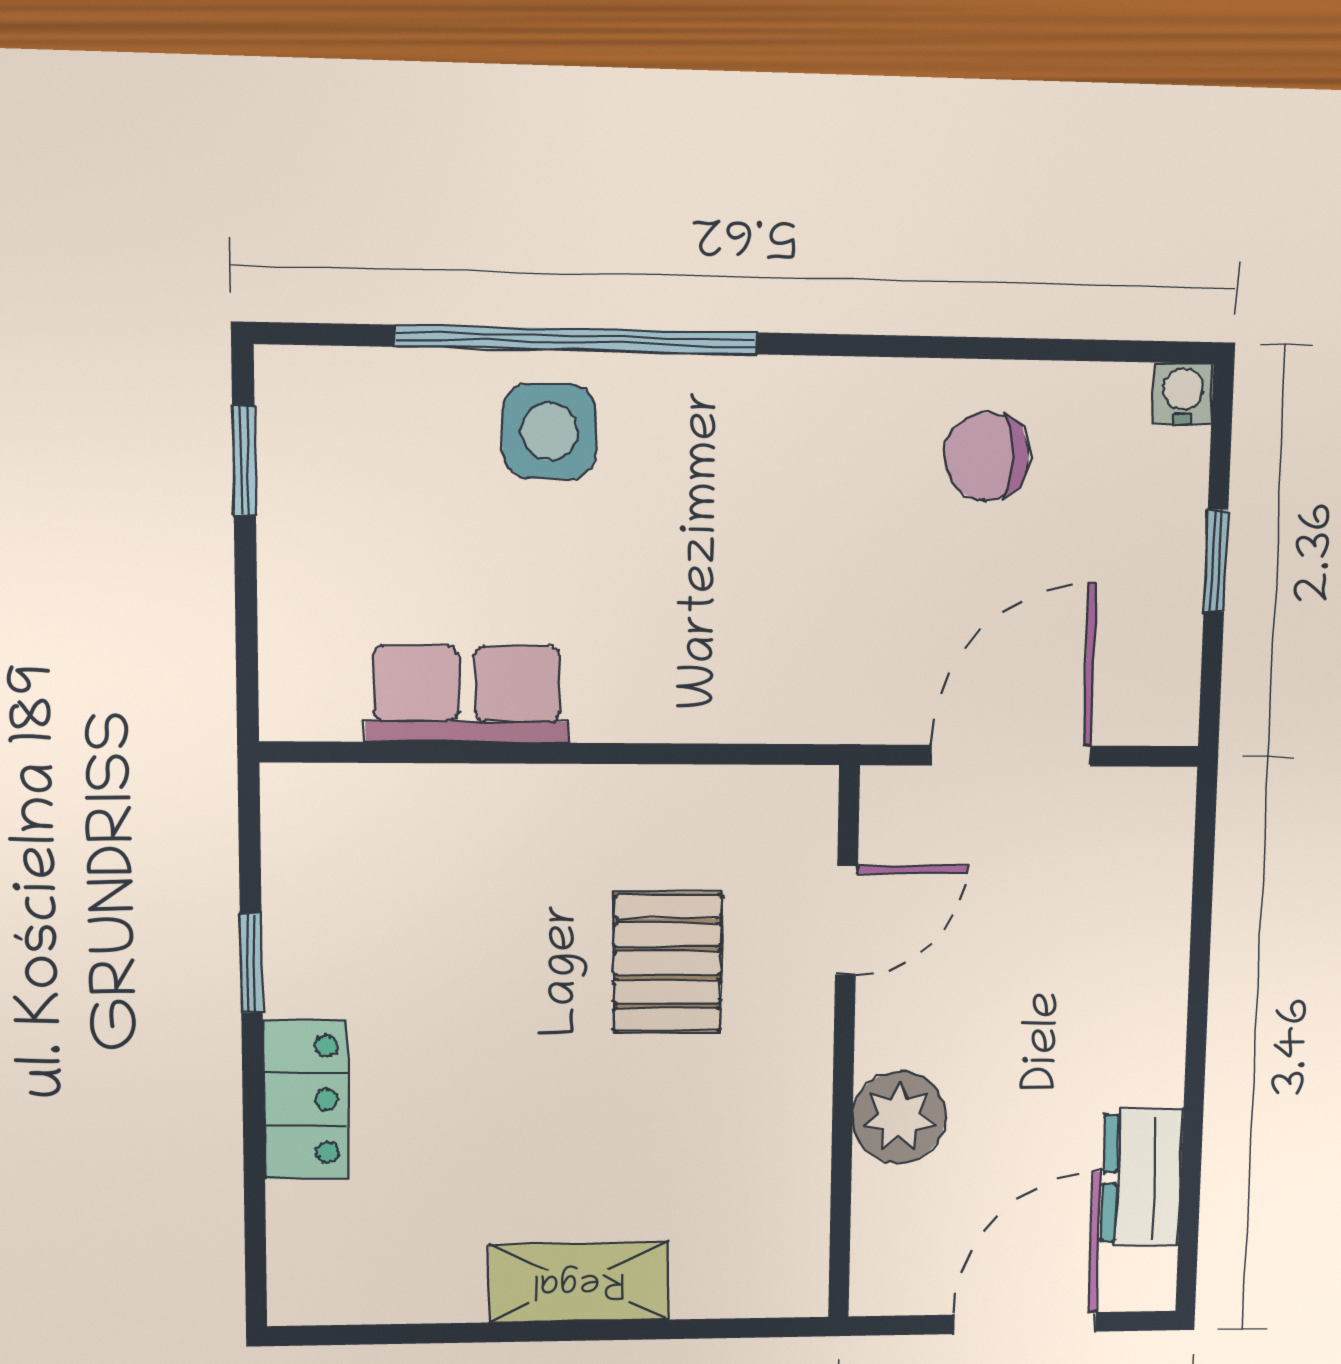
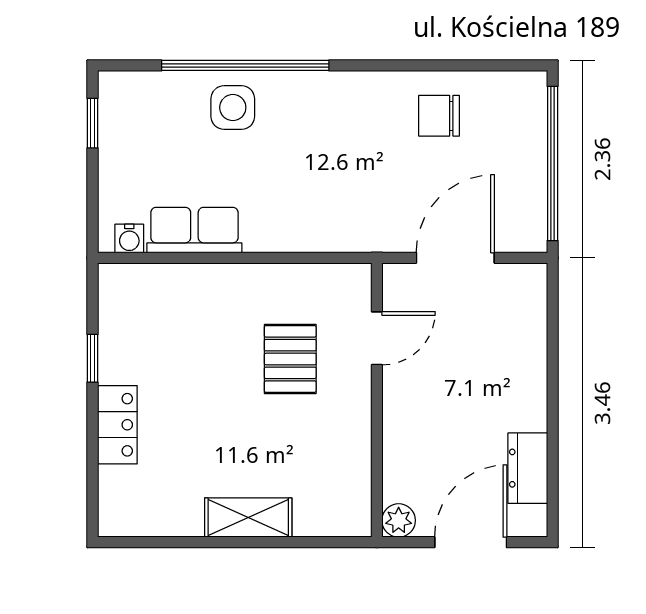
water cooler: (1183, 394) -> (129, 238), moved, turned 180
window: (1216, 561) -> (553, 163), width x3.17
plant: (899, 1117) -> (399, 520), moved, width x0.73, depth x0.73

